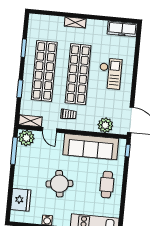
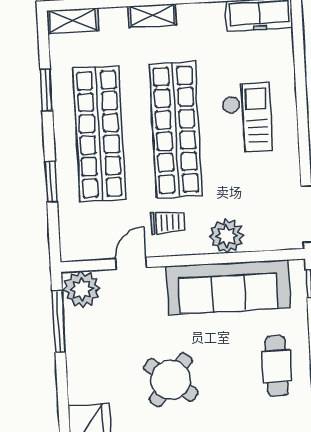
shelving: (30, 121) -> (73, 21), moved
plant: (105, 125) -> (227, 236), moved
door: (50, 130) -> (131, 263), swing flipped
round table: (59, 184) -> (171, 380), turned 45

